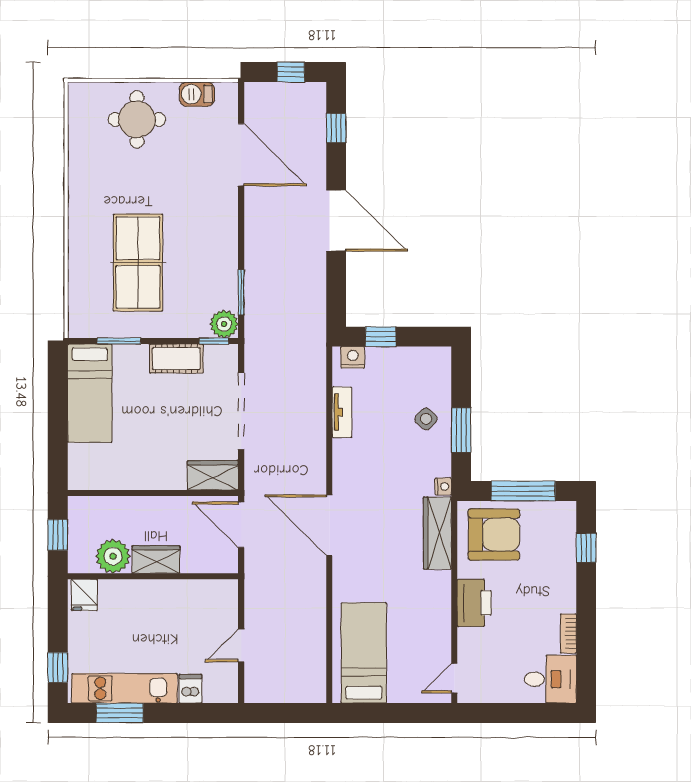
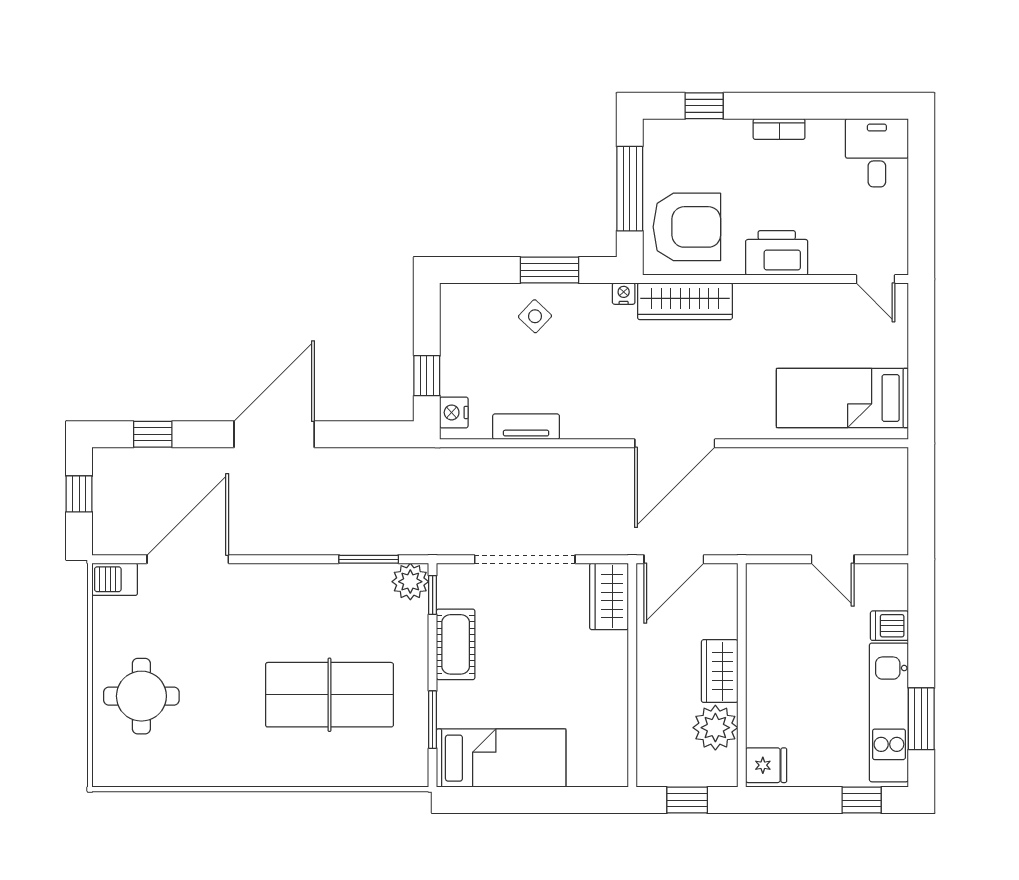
barbecue: (197, 94) -> (115, 579), moved, turned 90
armchair: (494, 535) -> (687, 227), turned 90
bookcase: (568, 633) -> (779, 129), moved

